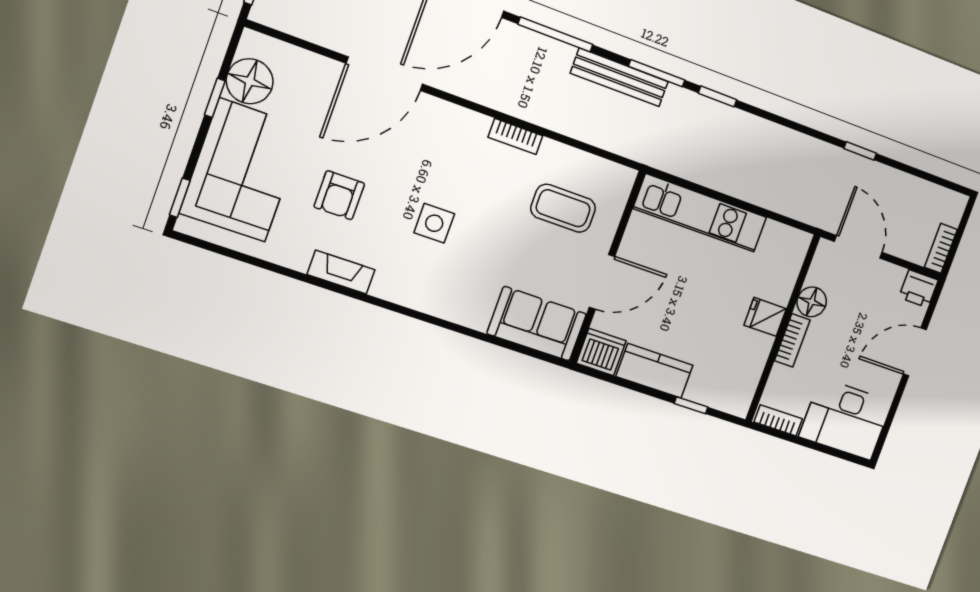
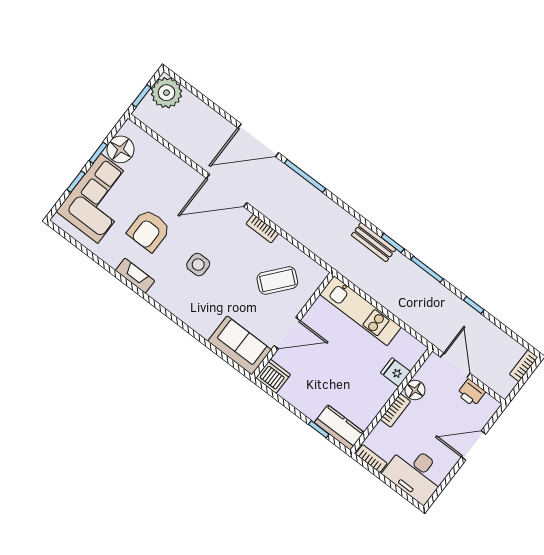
window: (657, 73) -> (427, 269), moved
door: (384, 74) -> (227, 190), moved
bench: (619, 77) -> (374, 242), moved, width x0.73
armchair: (339, 195) -> (149, 230), width x1.38, depth x1.38
window: (180, 198) -> (76, 182), moved
coffee table: (563, 208) -> (277, 281), turned -50
bookcase: (941, 248) -> (524, 366), moved
printer: (919, 289) -> (471, 393), moved
fridge: (765, 317) -> (395, 372), moved
kitchen counter: (654, 371) -> (339, 427), moved

